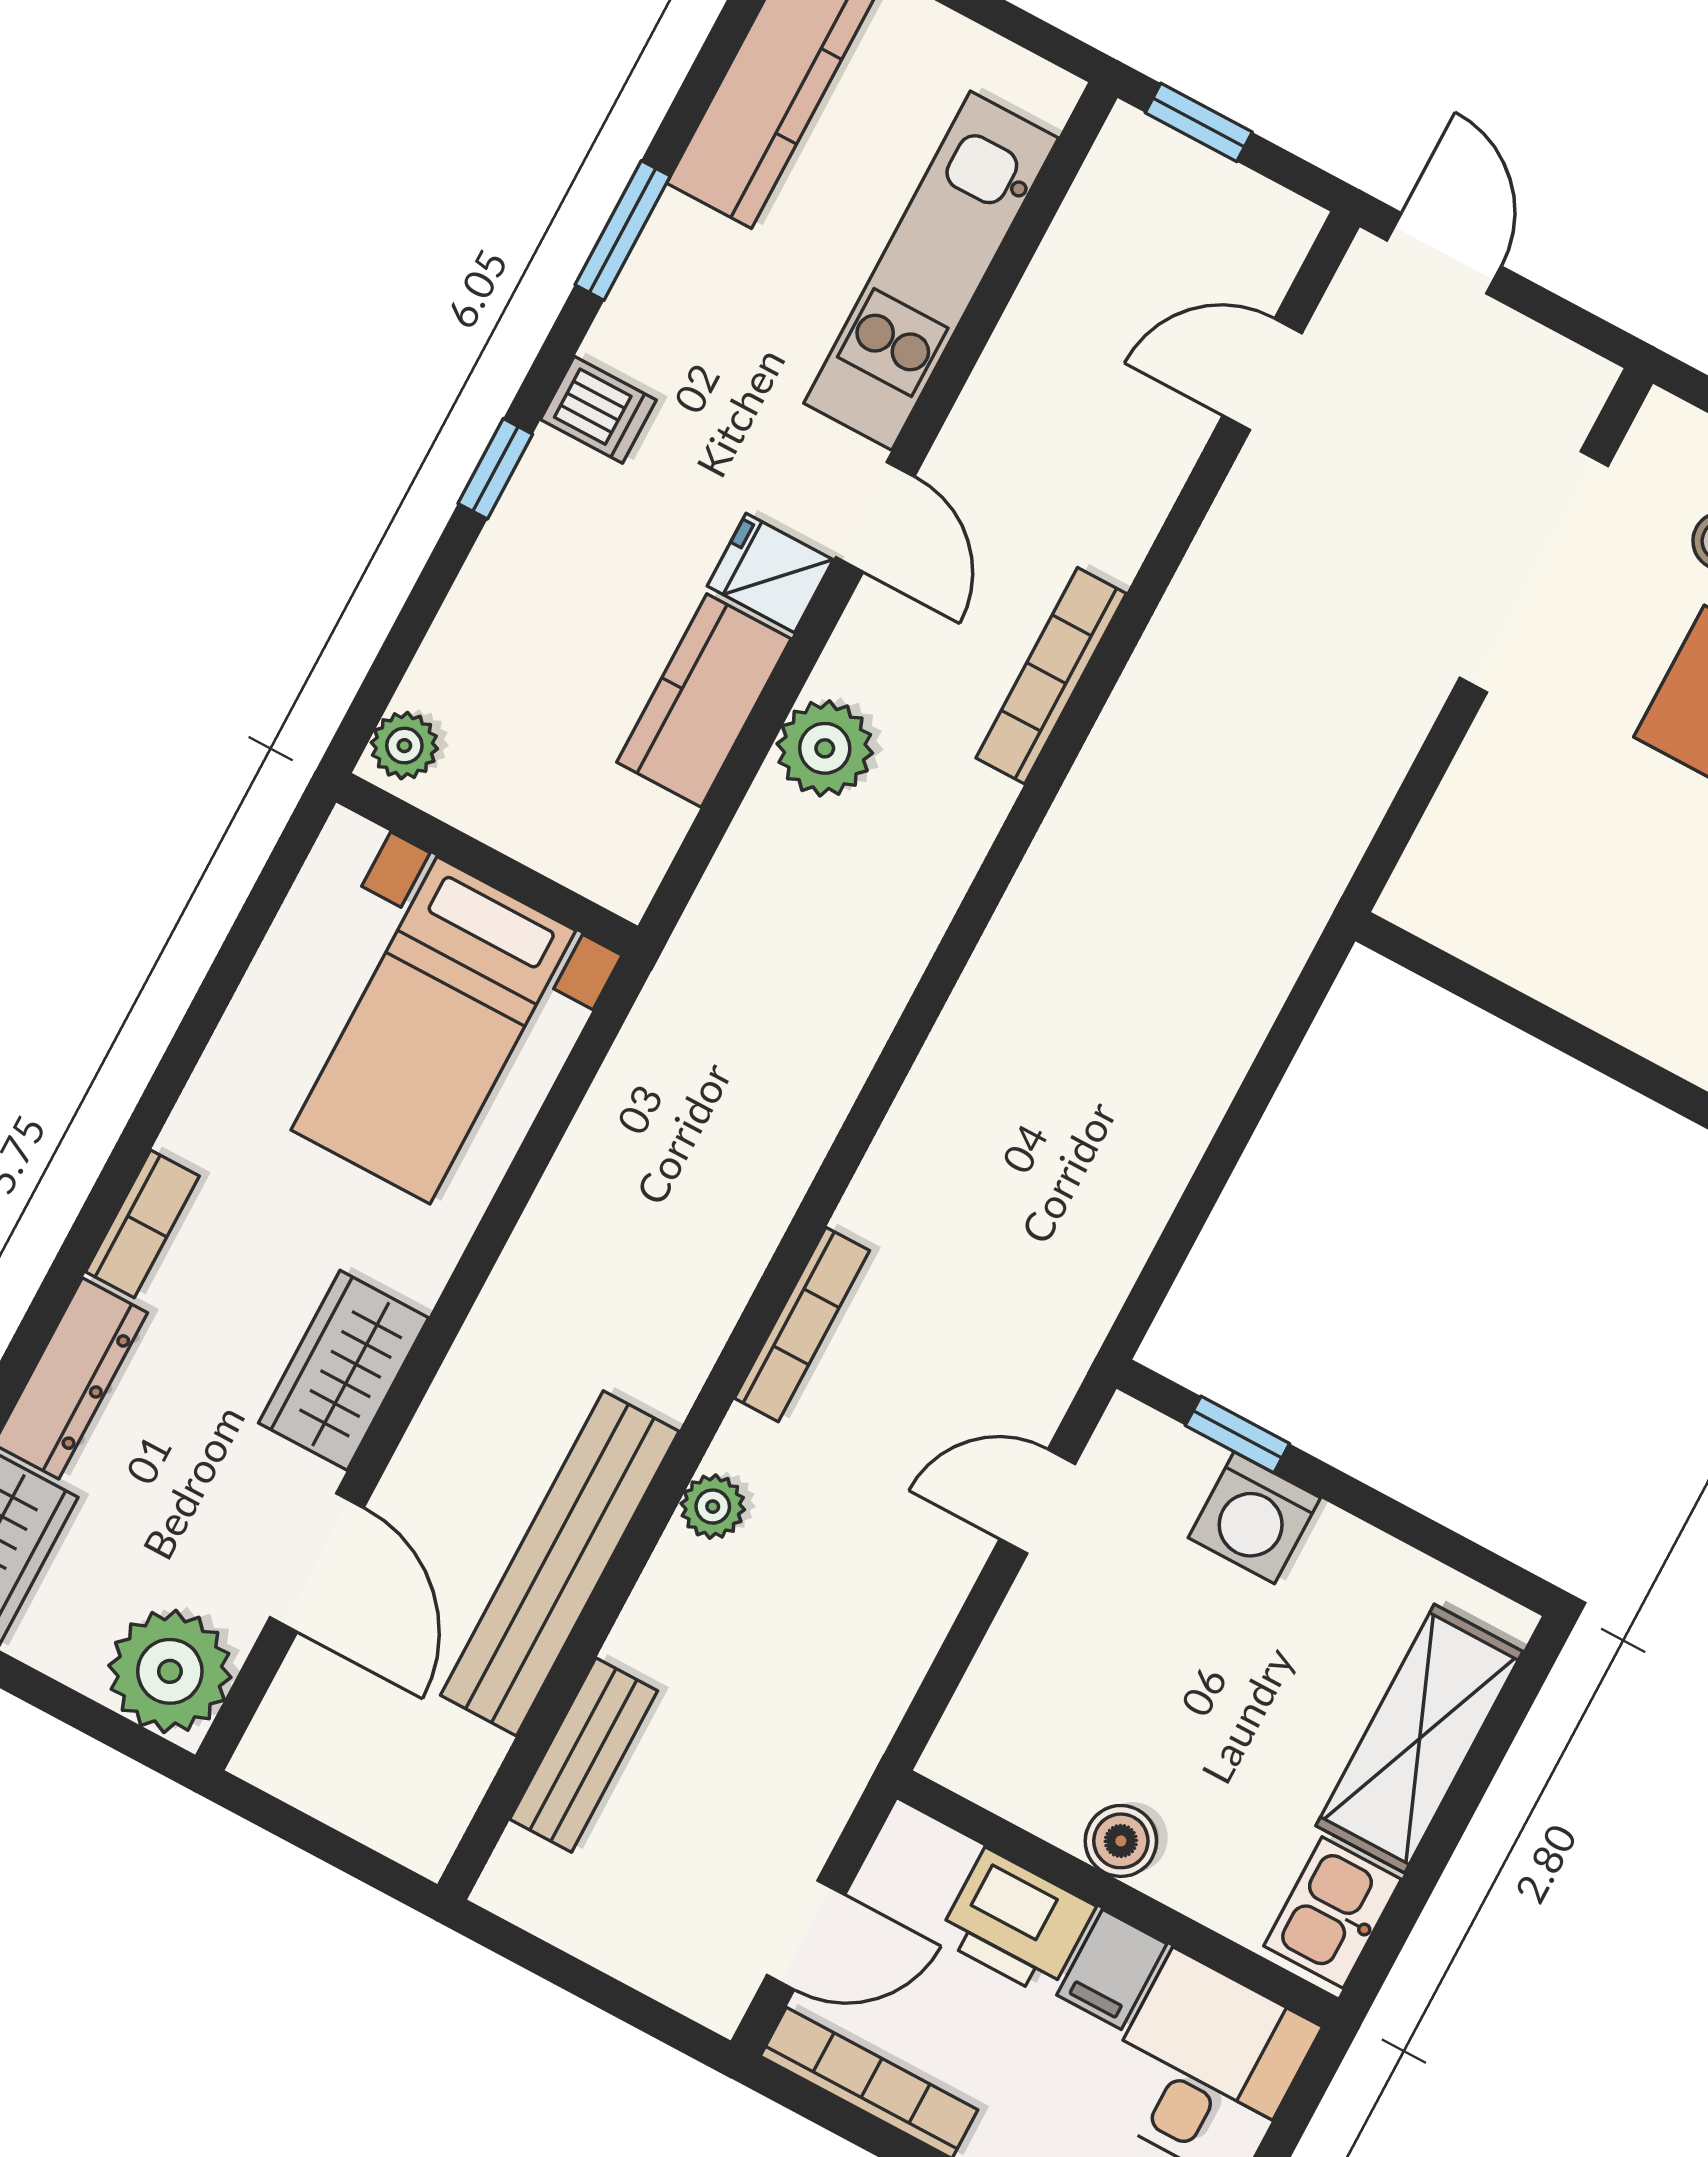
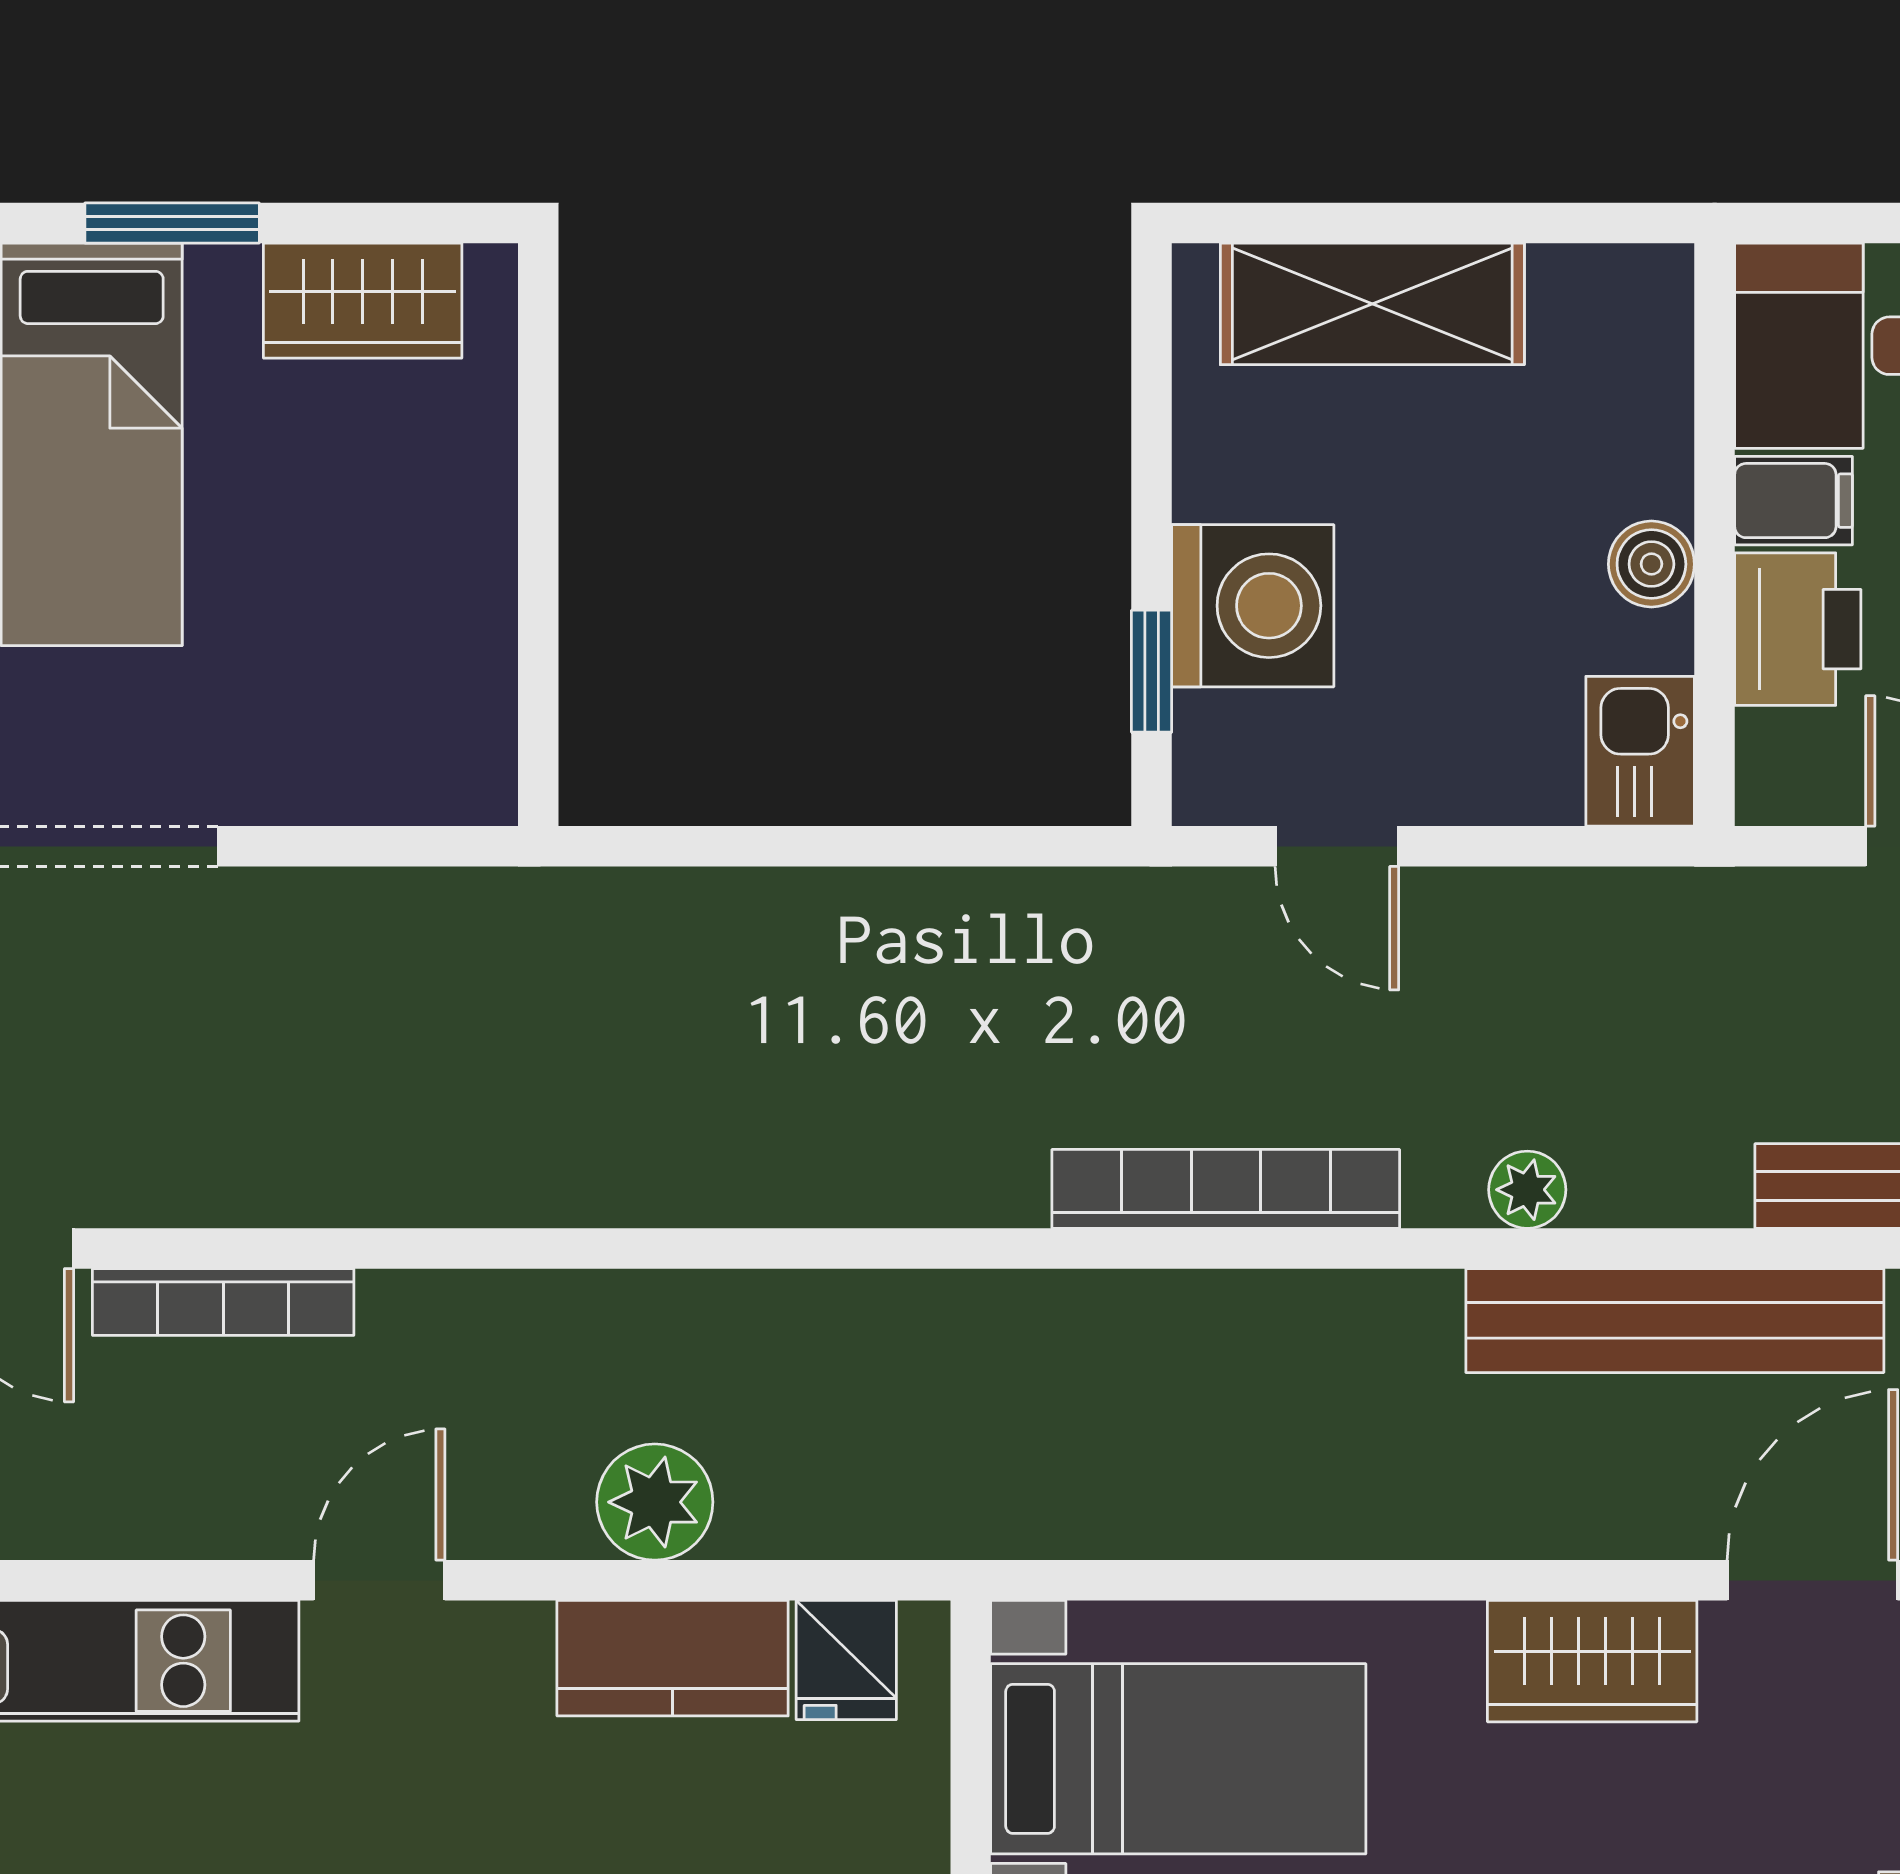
fridge: (770, 573) -> (846, 1660), moved
bookcase: (1051, 676) -> (223, 1302), moved
bookcase: (802, 1324) -> (1226, 1189), width x1.48, depth x1.31
washing machine: (1254, 1518) -> (1253, 606), width x1.37, depth x1.37
kitchen sink: (1333, 1913) -> (1640, 751), moved, turned 90

